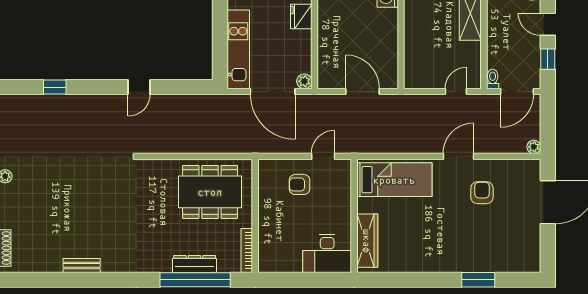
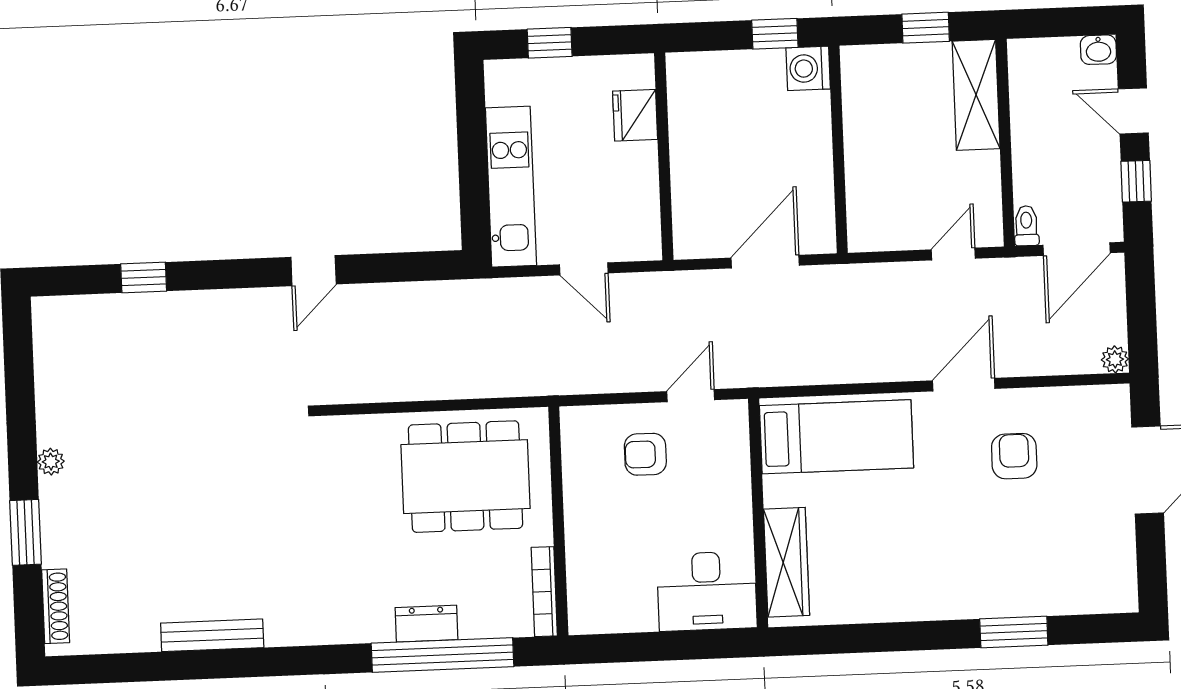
plant: (304, 81) -> (647, 246), removed
door: (273, 92) -> (584, 269), width x0.53
door: (363, 92) -> (765, 262), hinge flipped
dresser: (195, 264) -> (426, 624), width x0.70
bench: (82, 265) -> (212, 635), width x1.36

